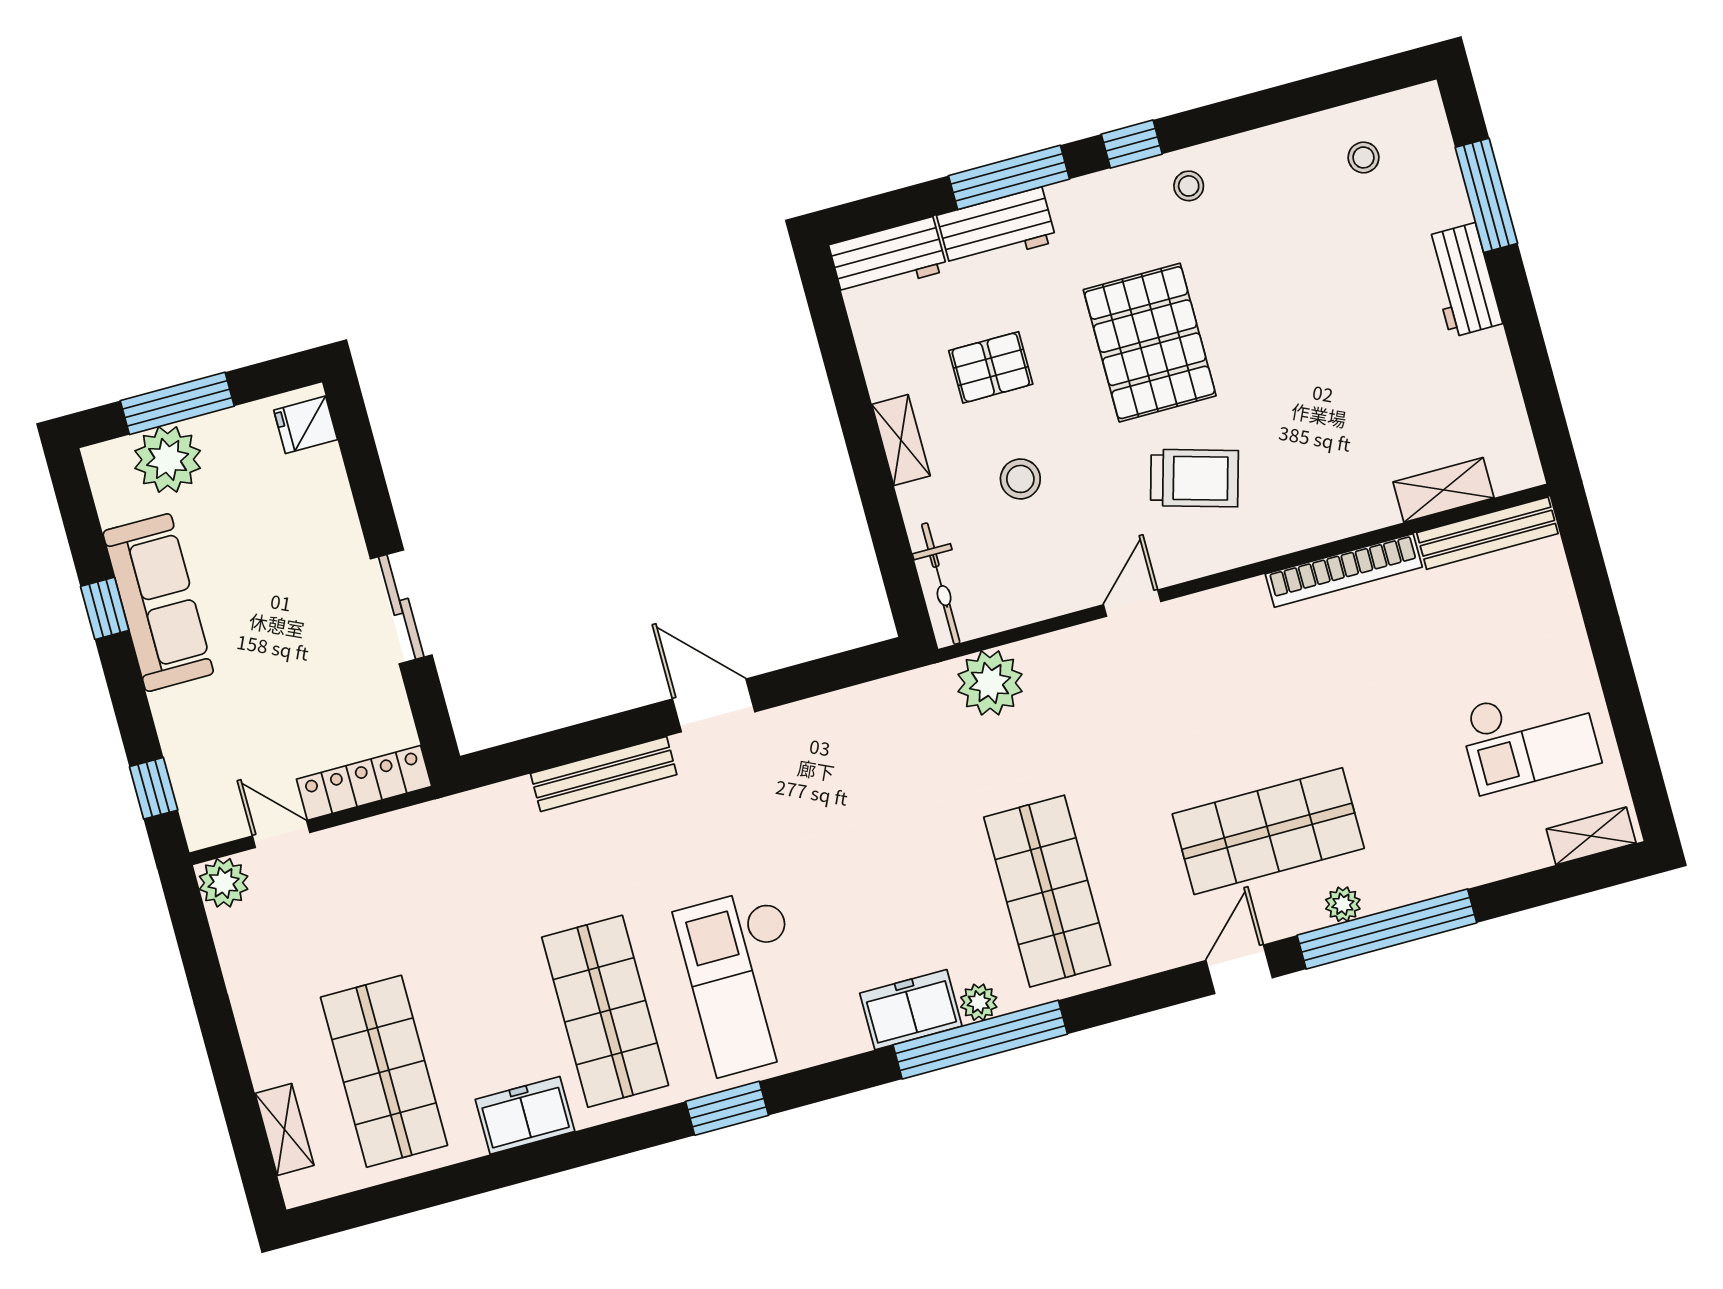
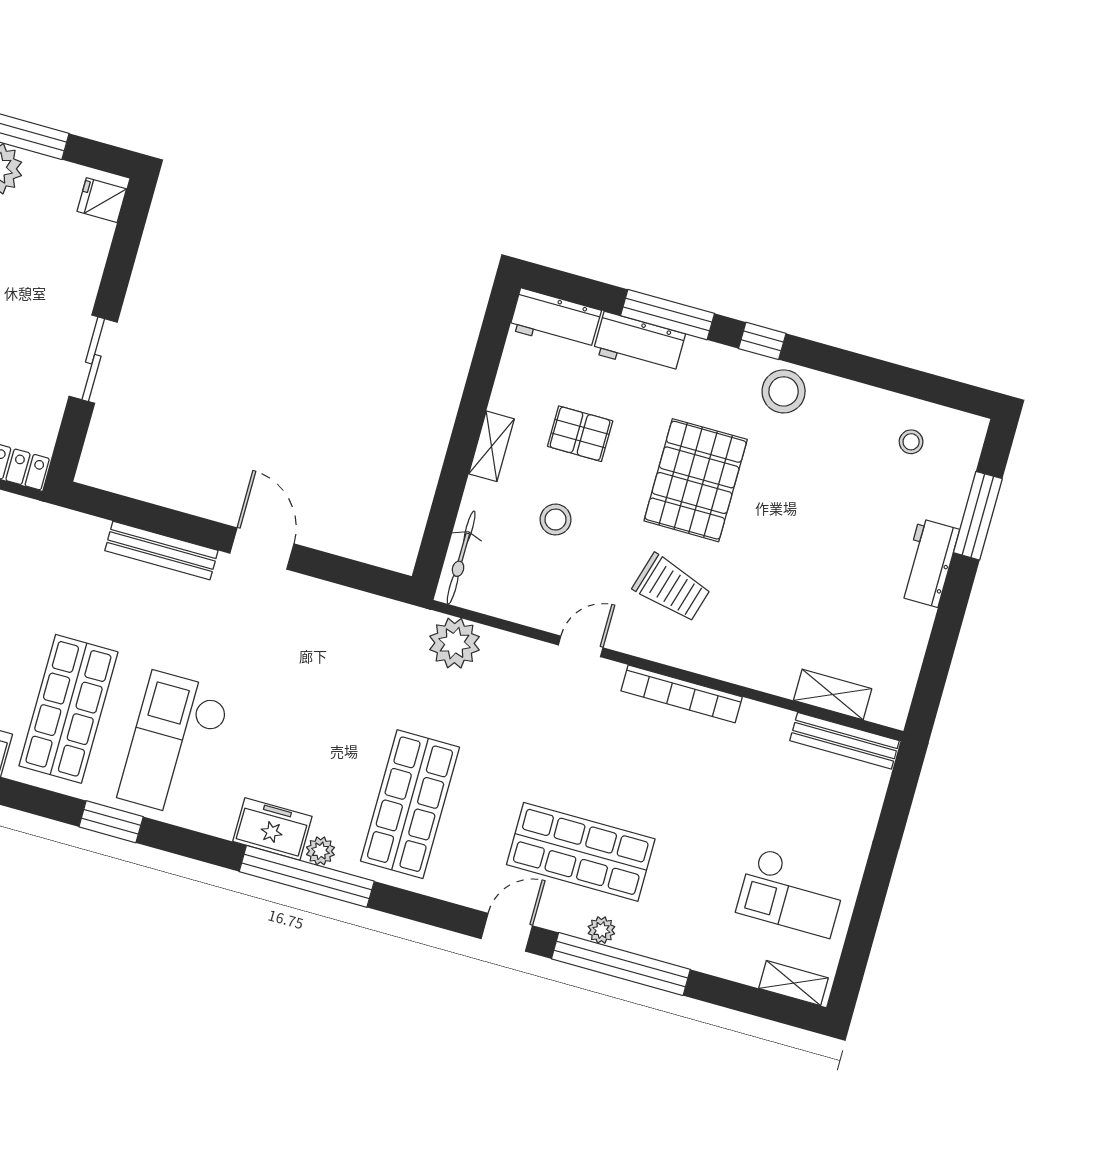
stool: (1189, 186) -> (784, 391), width x1.89, depth x1.89
bookcase: (1344, 570) -> (682, 694), moved

